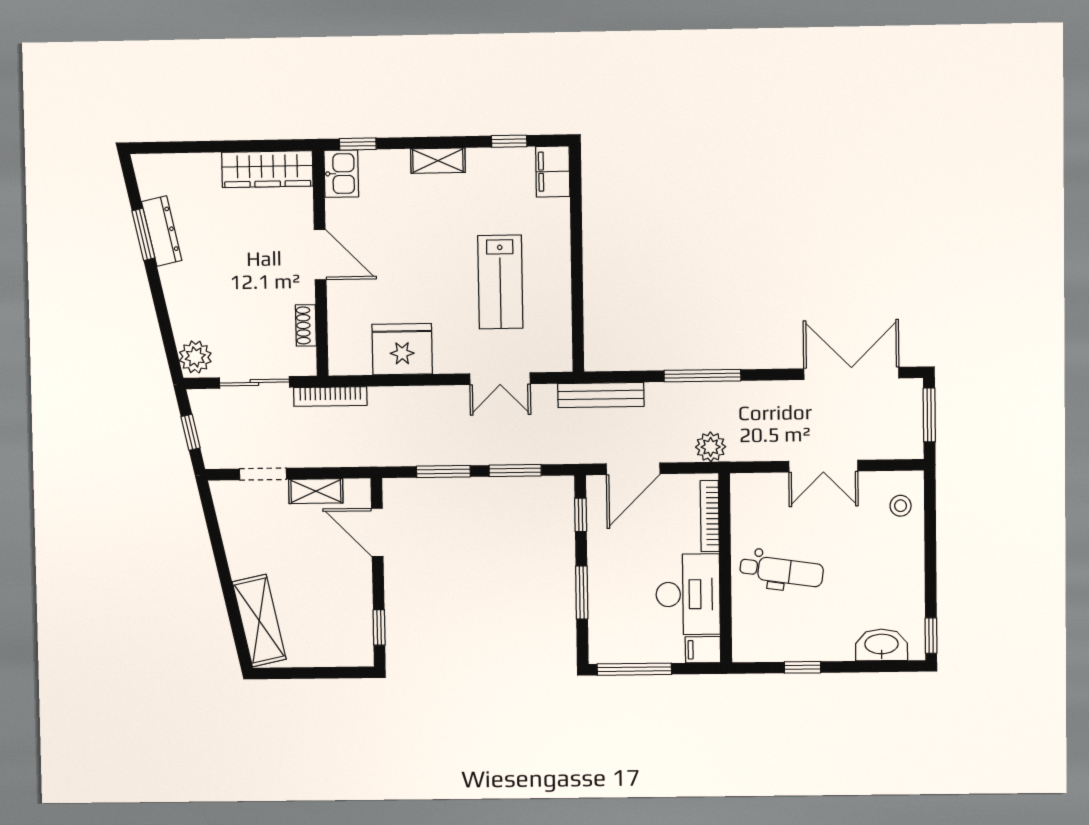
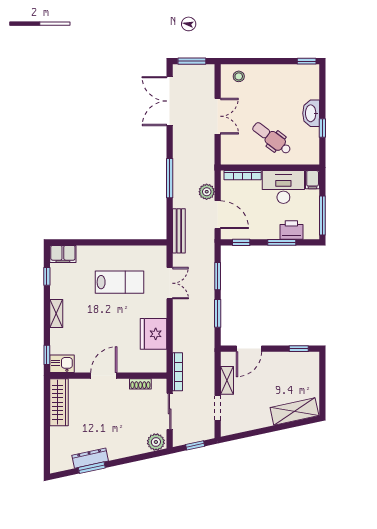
plant: (711, 447) -> (207, 192), moved
dental chair: (782, 571) -> (272, 138), turned -61
printer: (606, 611) -> (291, 230), added
washbasin: (881, 645) -> (311, 113), moved

